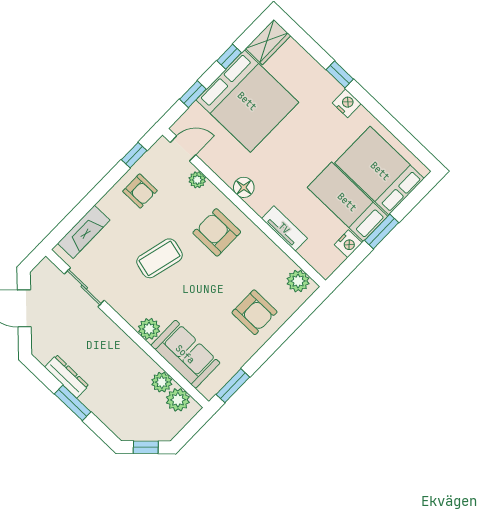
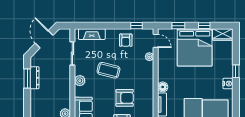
floor lamp: (244, 187) -> (163, 87), moved
armchair: (217, 232) -> (125, 98), moved, turned 90
plant: (149, 329) -> (80, 81), moved
window: (73, 403) -> (27, 78), moved

